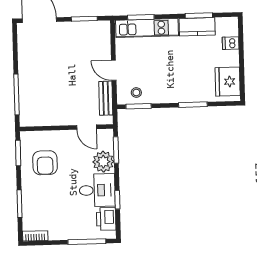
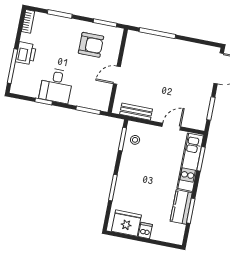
dishwasher: (231, 43) -> (145, 231), moved
door: (114, 70) -> (171, 127), moved
door: (87, 127) -> (117, 75), moved
plant: (103, 162) -> (80, 97), removed
armchair: (45, 163) -> (91, 45), turned 180
printer: (106, 219) -> (26, 53), moved, turned 90

